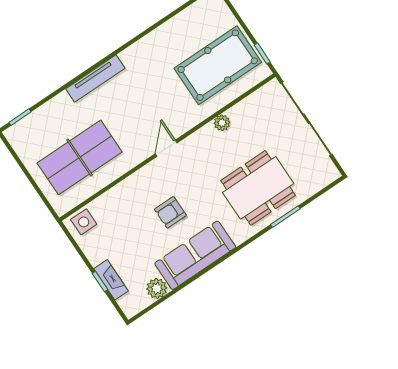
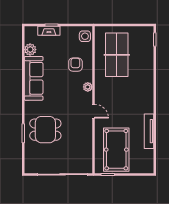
tv unit: (95, 79) -> (149, 131), moved
plant: (222, 123) -> (88, 87), moved
door: (166, 148) -> (93, 111), moved
dining table: (258, 188) -> (45, 130), width x0.73
armchair: (170, 212) -> (75, 65), moved

